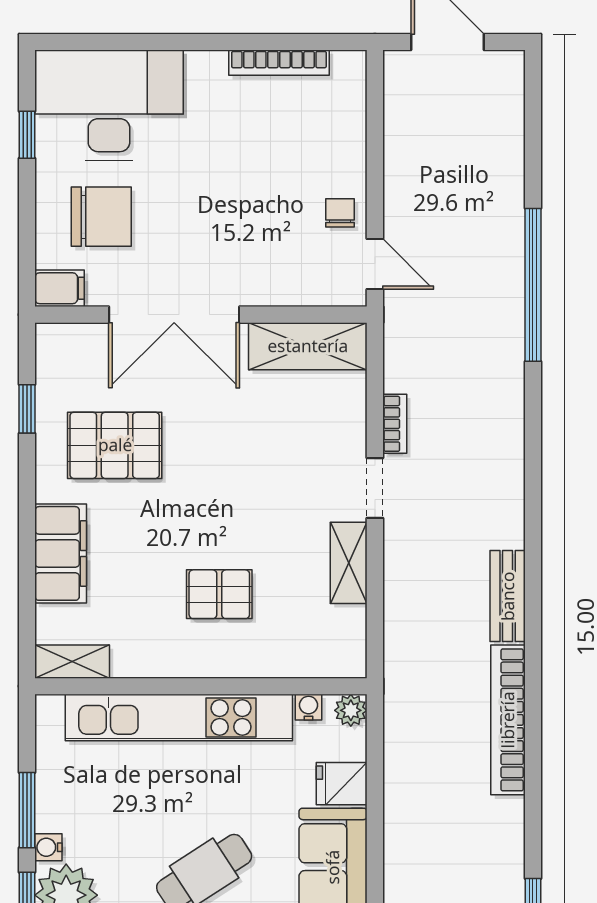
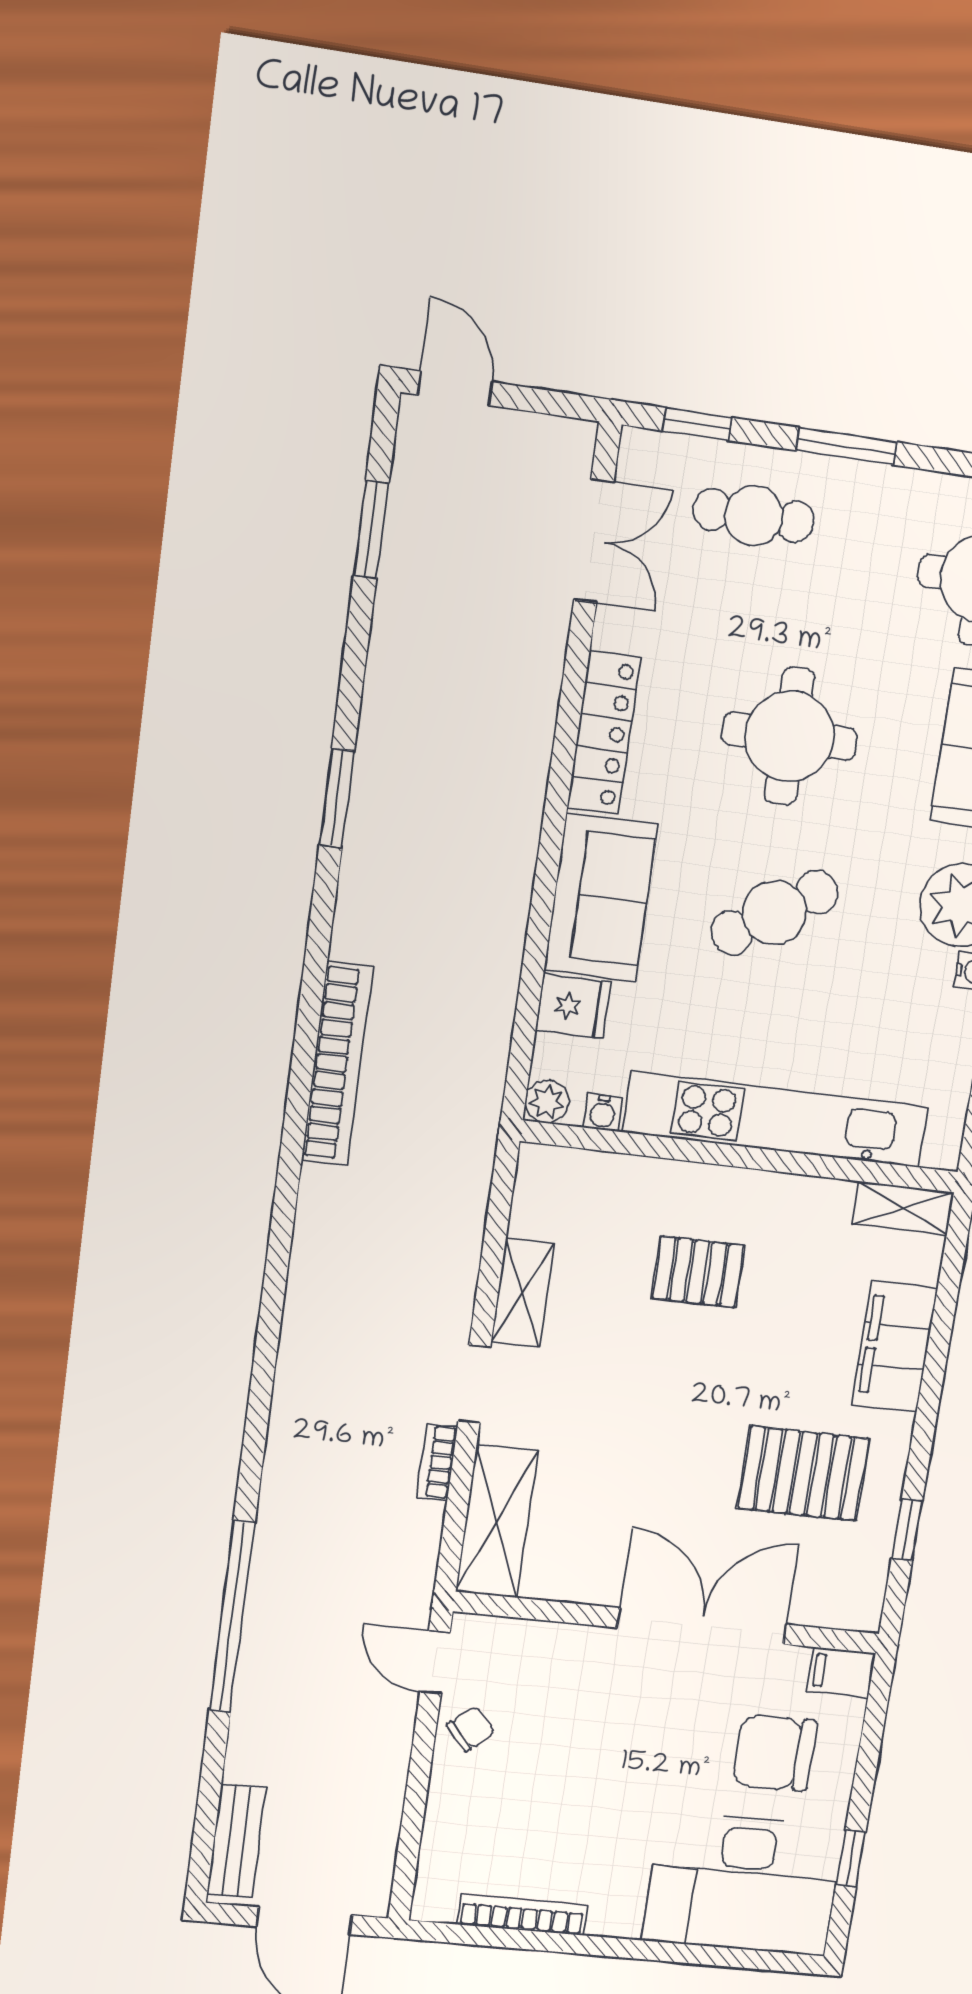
chair: (340, 213) -> (471, 1729), turned -131
shelving: (308, 346) -> (497, 1522), moved, turned 90
bench: (508, 596) -> (236, 1841), moved

